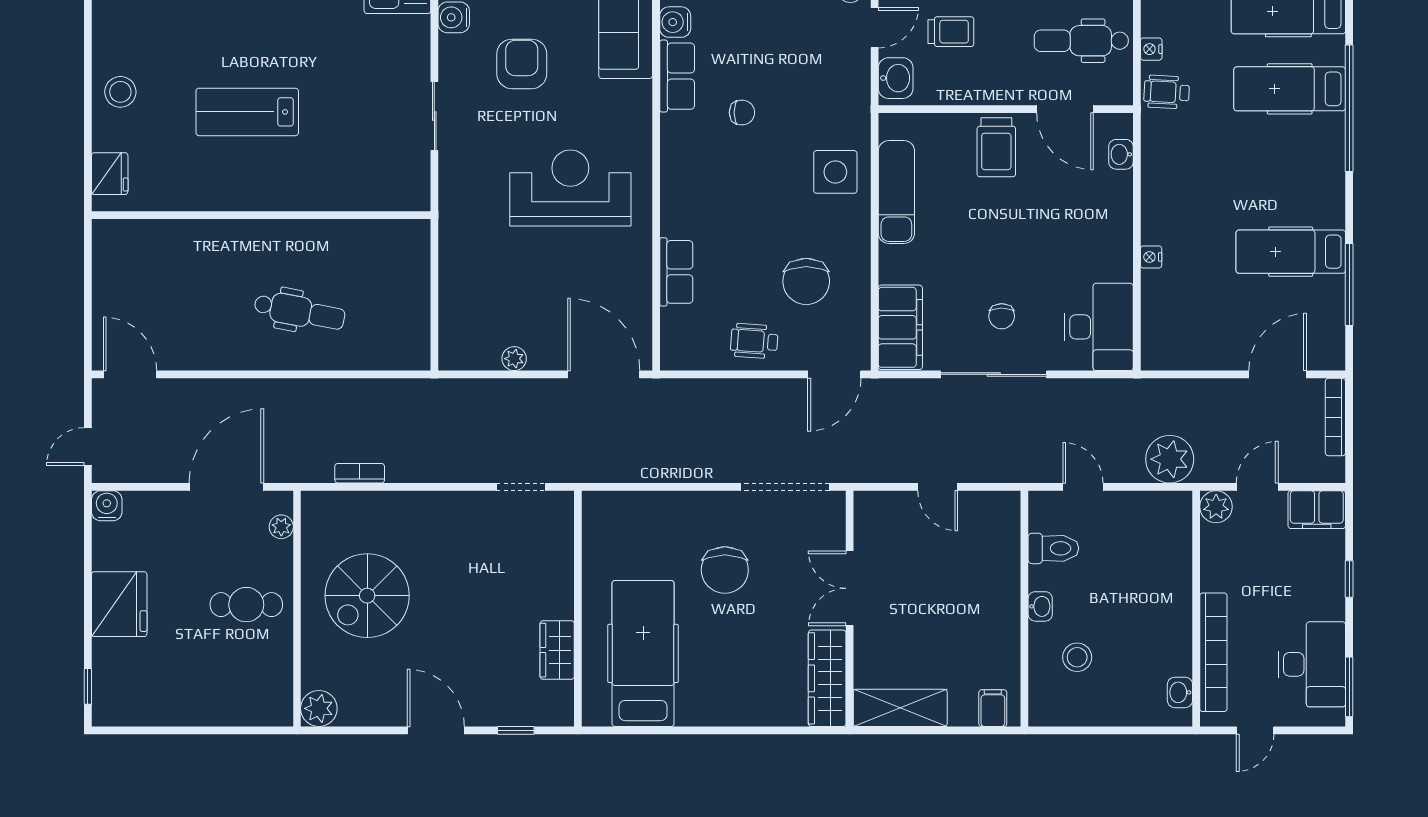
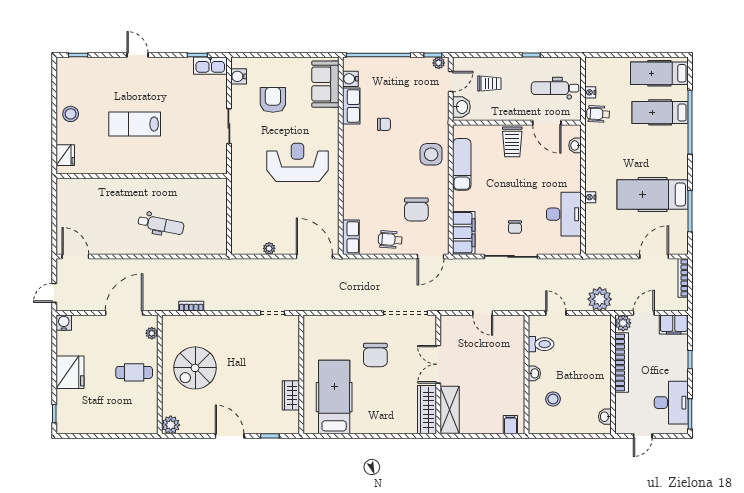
hospital bed: (1291, 252) -> (653, 194), width x1.37, depth x1.29
row of seats: (676, 272) -> (351, 237), moved
desk: (1099, 327) -> (564, 214), moved
bookcase: (1213, 652) -> (622, 362), moved
shelving: (900, 708) -> (450, 410), moved, turned 90

